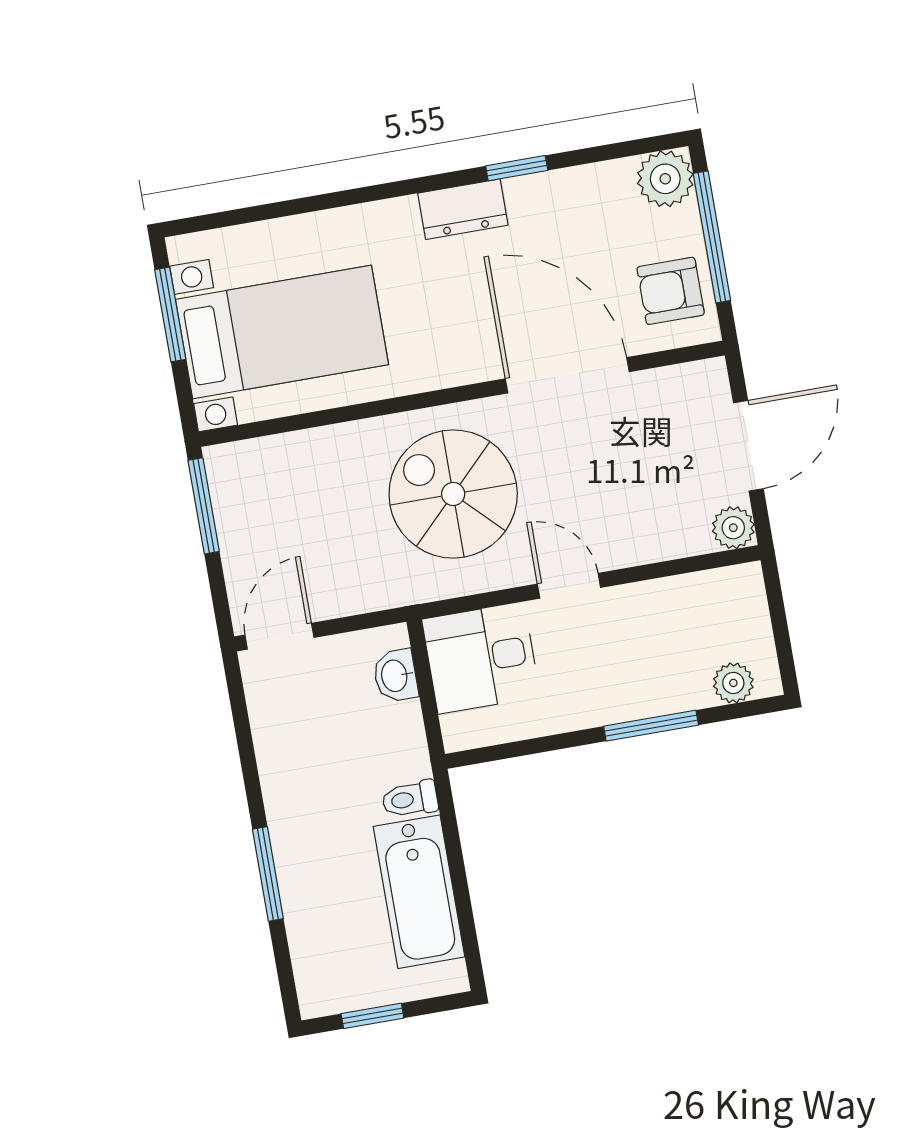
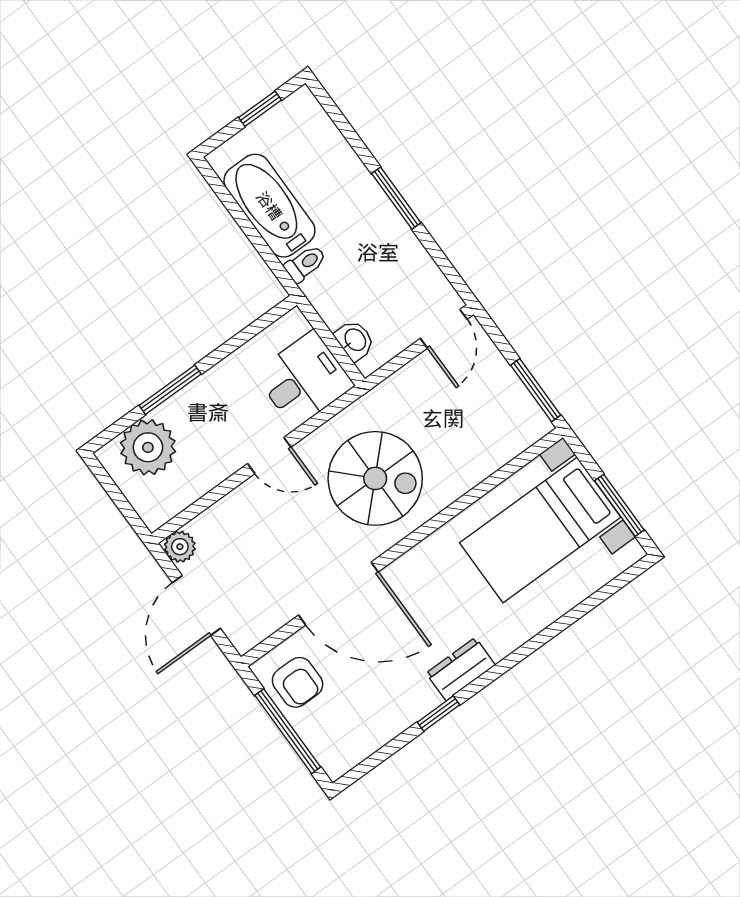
plant: (665, 179) -> (337, 754), removed
armchair: (671, 291) -> (298, 682), turned 90
plant: (733, 683) -> (148, 447), width x1.88, depth x1.88
window: (268, 874) -> (396, 198), moved

